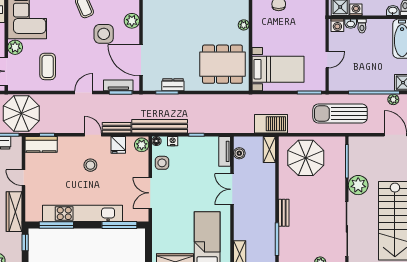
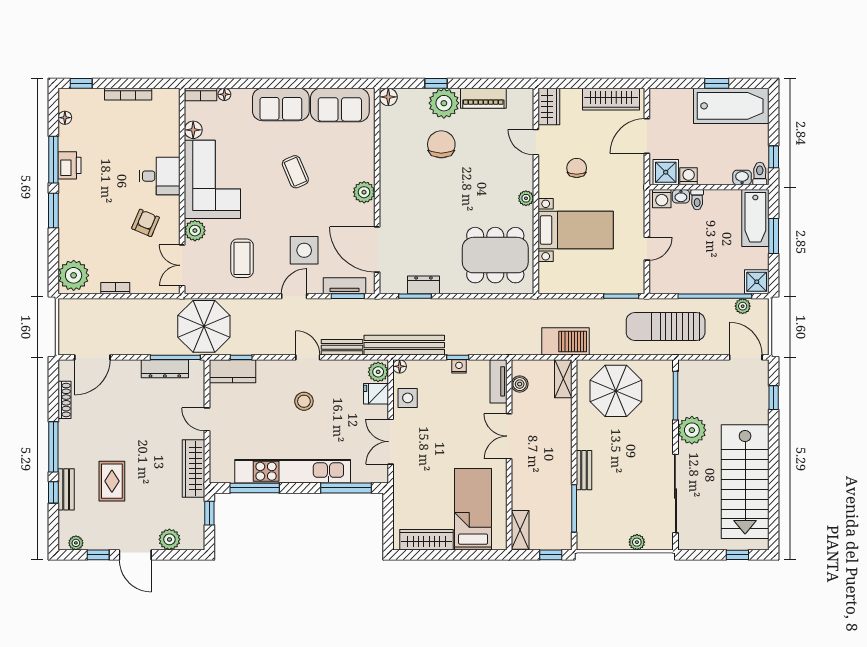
side table: (104, 34) -> (304, 250), moved
bed with nightstands: (278, 69) -> (576, 230), moved
nightstand: (173, 141) -> (459, 366), moved
fridge: (118, 145) -> (376, 394), moved, turned 90

